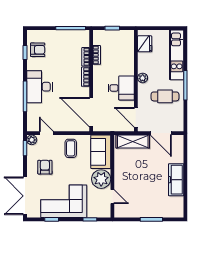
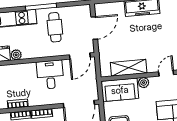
plant: (143, 78) -> (16, 55), moved
shelving: (133, 142) -> (129, 68), moved, turned 90
plant: (101, 179) -> (144, 83), width x0.53, depth x0.53

